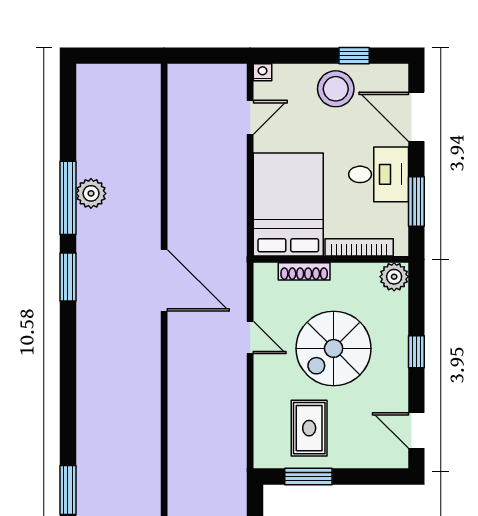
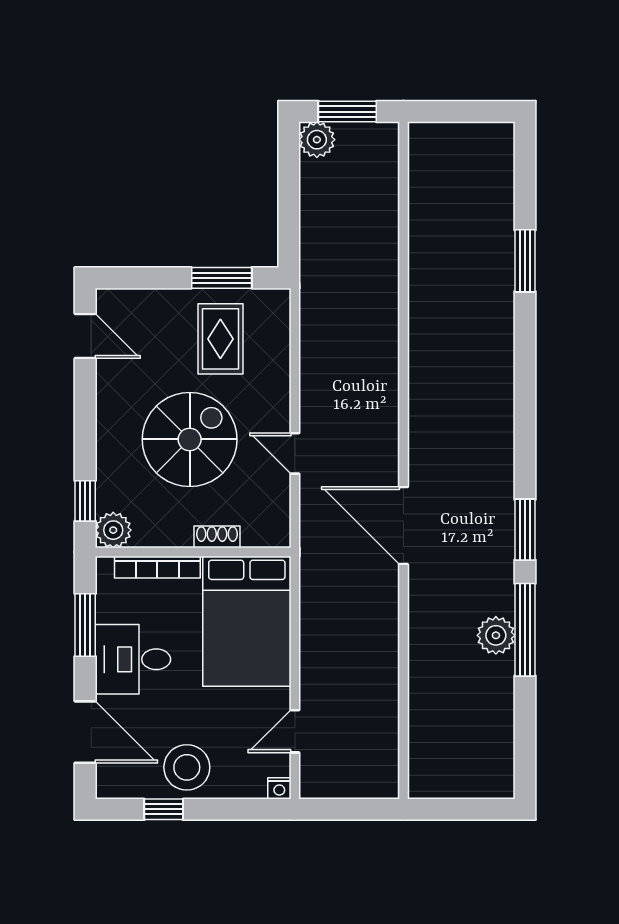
shoe rack: (304, 271) -> (217, 537), width x0.70
window: (416, 352) -> (85, 501), moved

